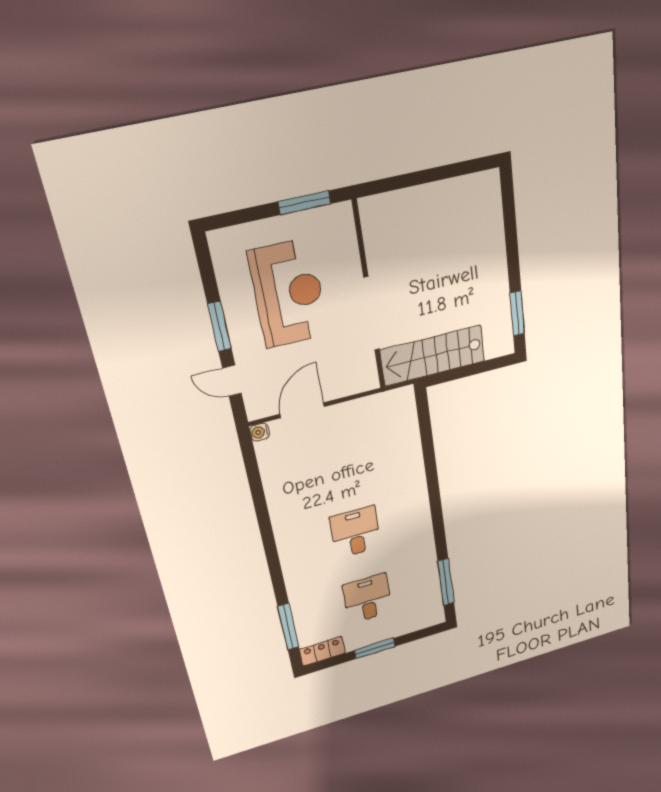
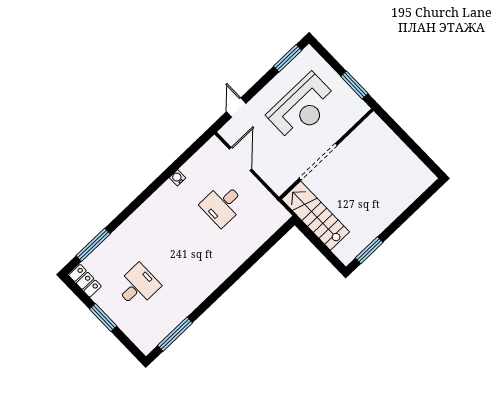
window: (220, 326) -> (288, 58), moved
door: (302, 410) -> (240, 159), hinge flipped
water cooler: (260, 432) -> (177, 178), moved
desk: (356, 532) -> (223, 205), moved, turned 180

